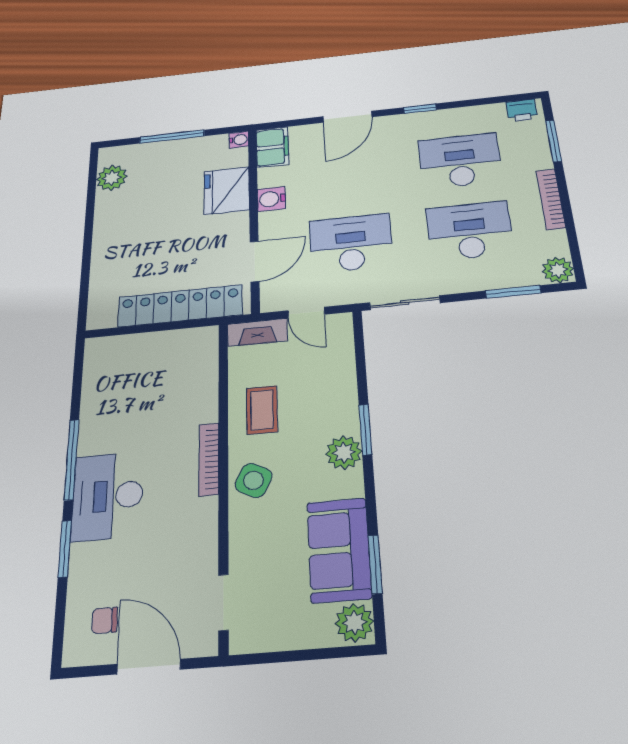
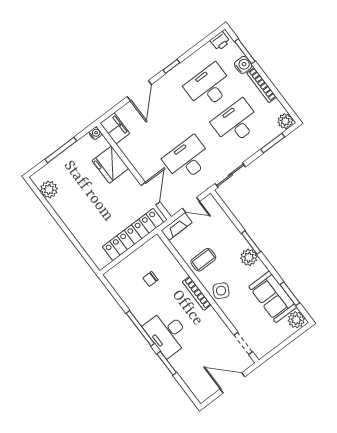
water cooler: (271, 199) -> (243, 65), moved, turned 180
coffee table: (262, 410) -> (203, 260), turned 90
chair: (105, 620) -> (150, 279), moved

